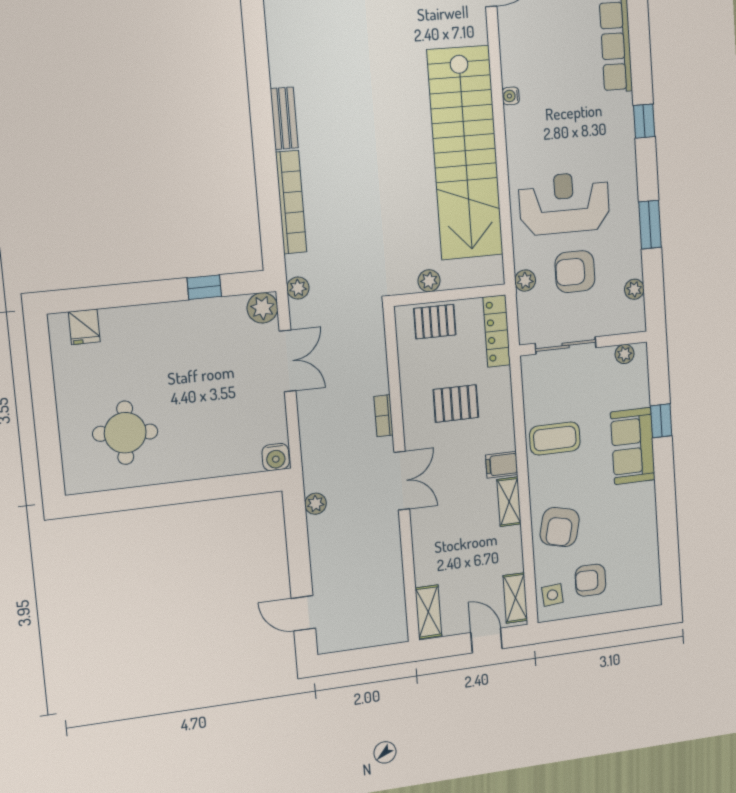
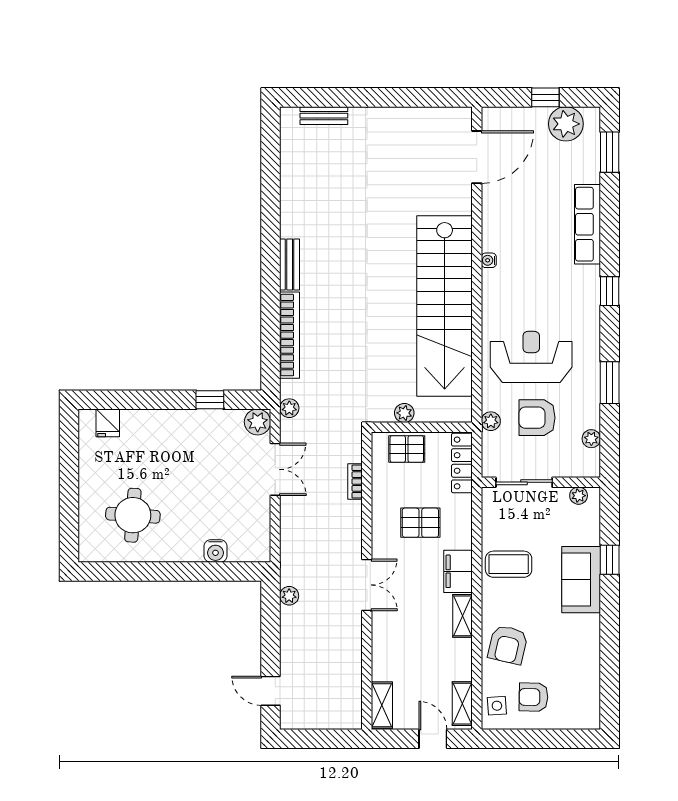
bookcase: (384, 416) -> (355, 481), moved
water cooler: (276, 457) -> (216, 551), moved
filing cabinet: (502, 465) -> (458, 571), width x2.00

